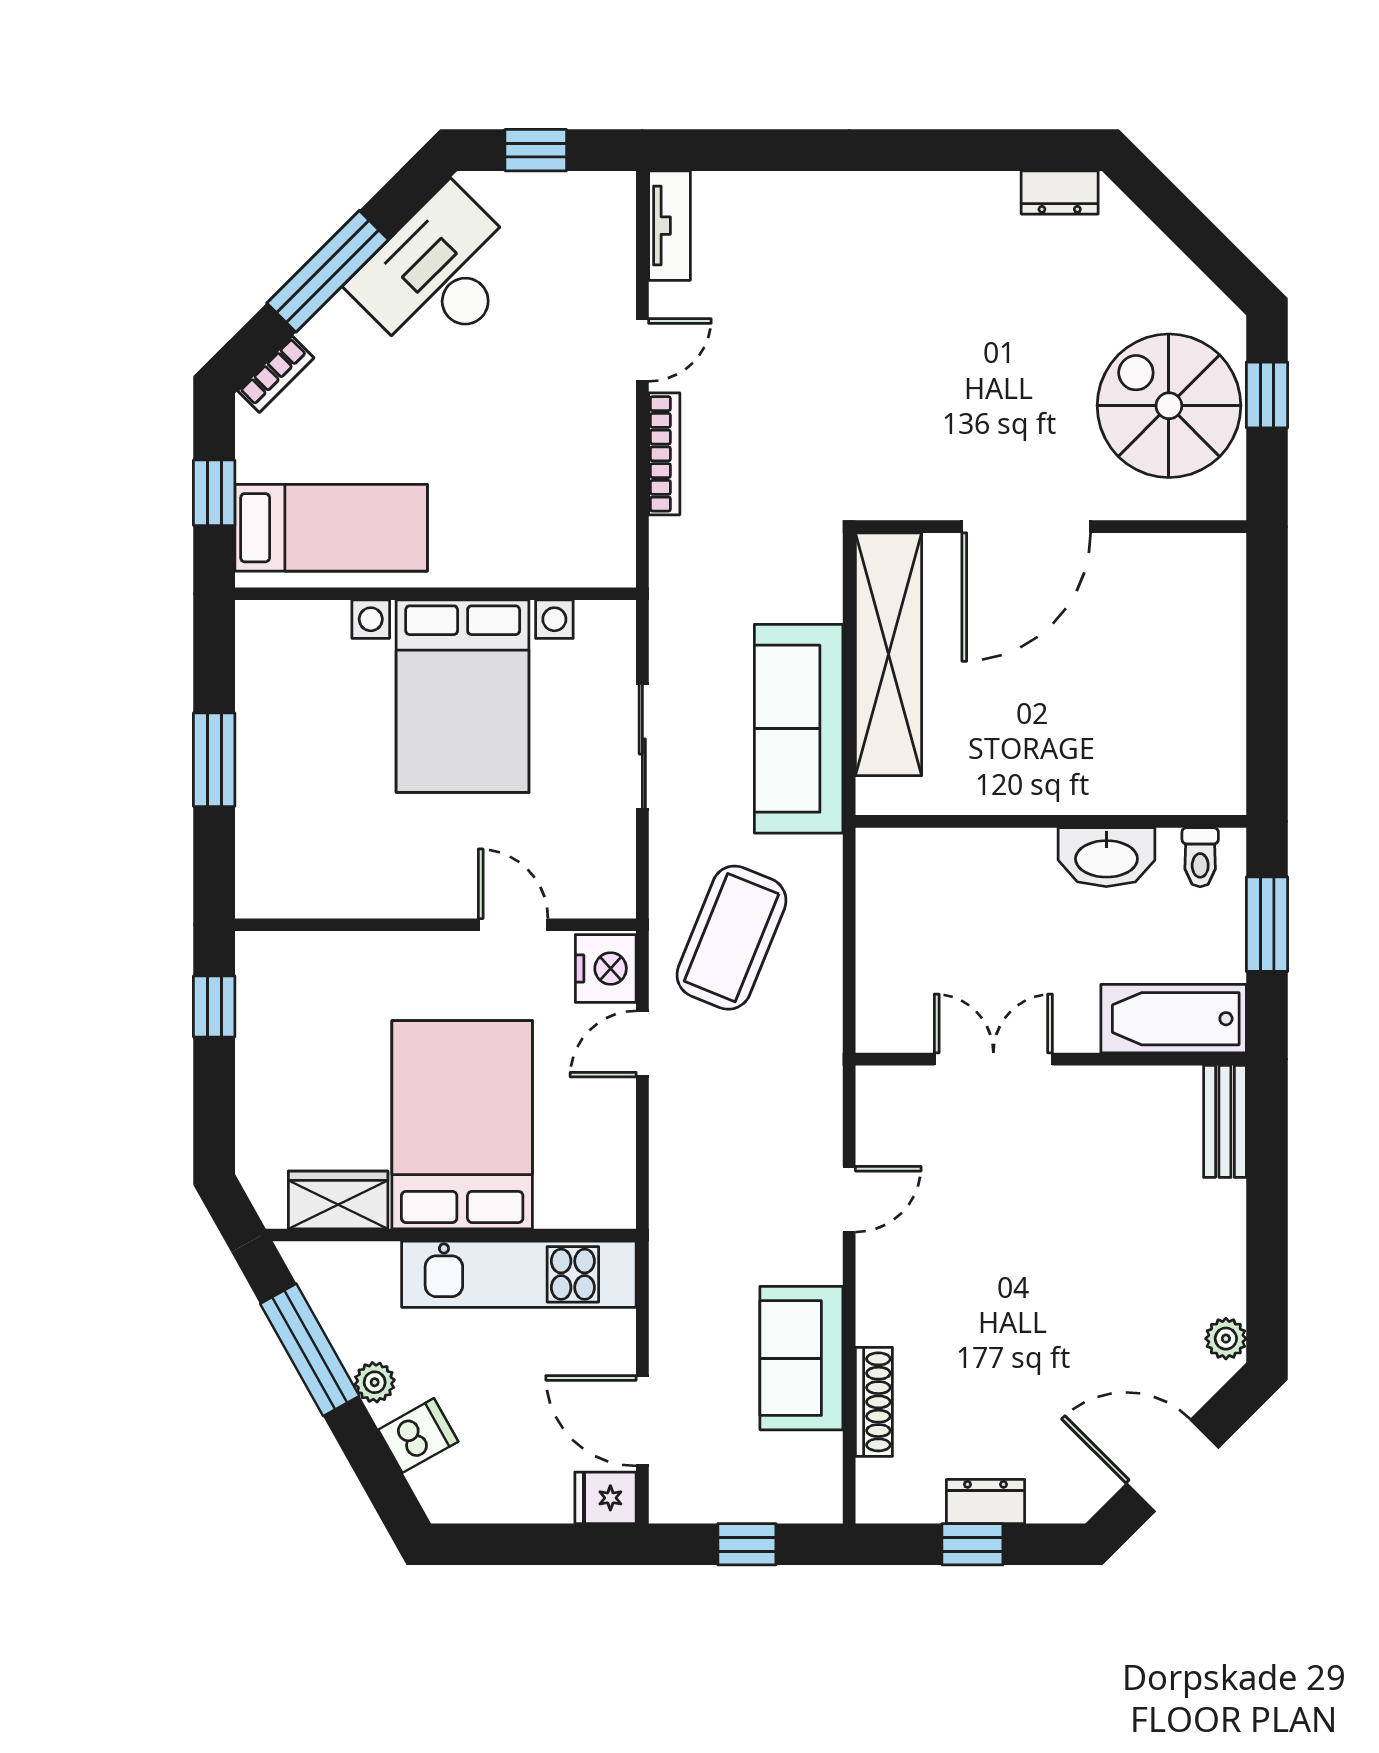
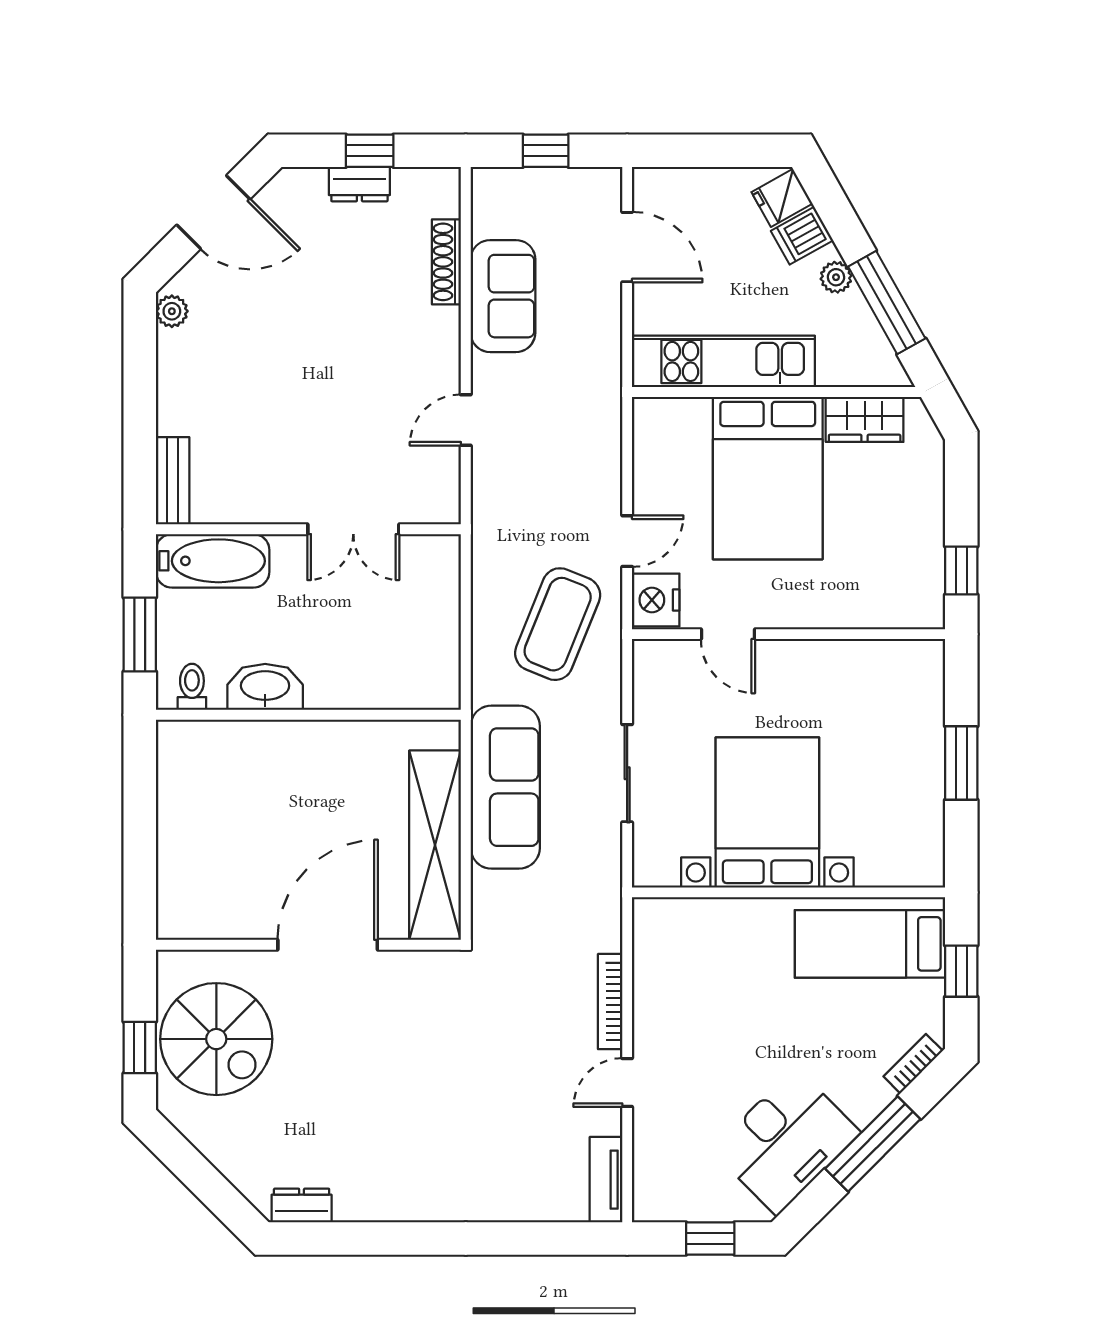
fridge: (605, 1498) -> (782, 198), moved, turned 151

